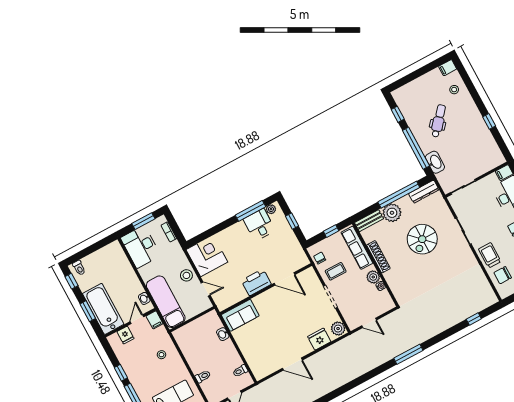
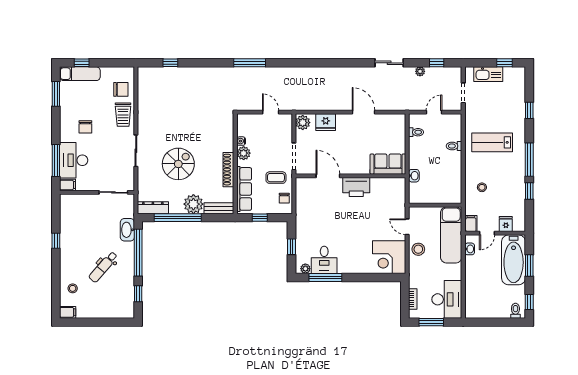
door: (285, 279) -> (328, 176), moved
printer: (256, 282) -> (356, 187), moved
wall: (266, 289) -> (351, 176), moved
sofa: (240, 315) -> (388, 164), moved

